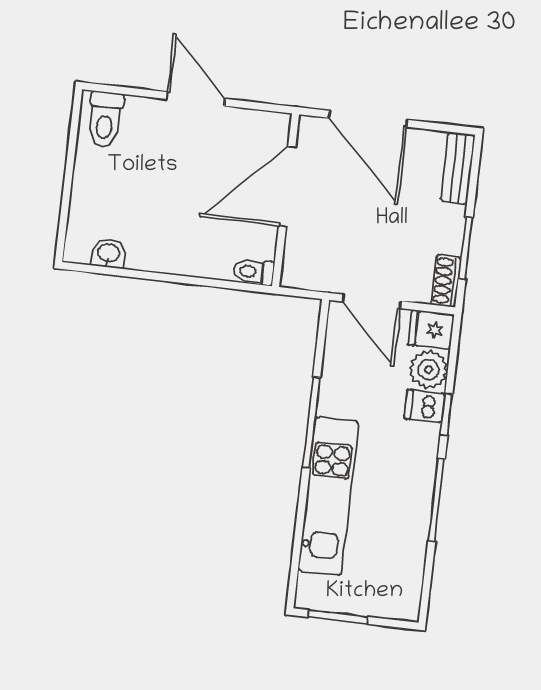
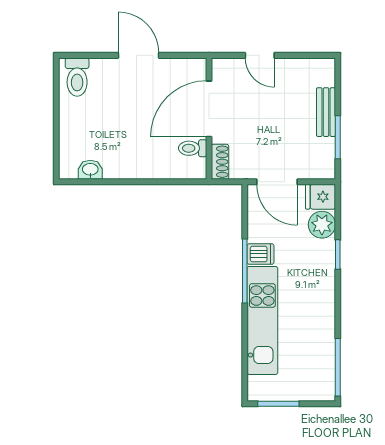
door: (368, 119) -> (260, 55), width x0.53
bench: (458, 168) -> (326, 112), moved
toilet: (254, 272) -> (193, 148), moved
shoe rack: (446, 281) -> (220, 162), moved, turned 180
dishwasher: (425, 406) -> (261, 254), moved, turned 180
window: (436, 500) -> (338, 367), moved

